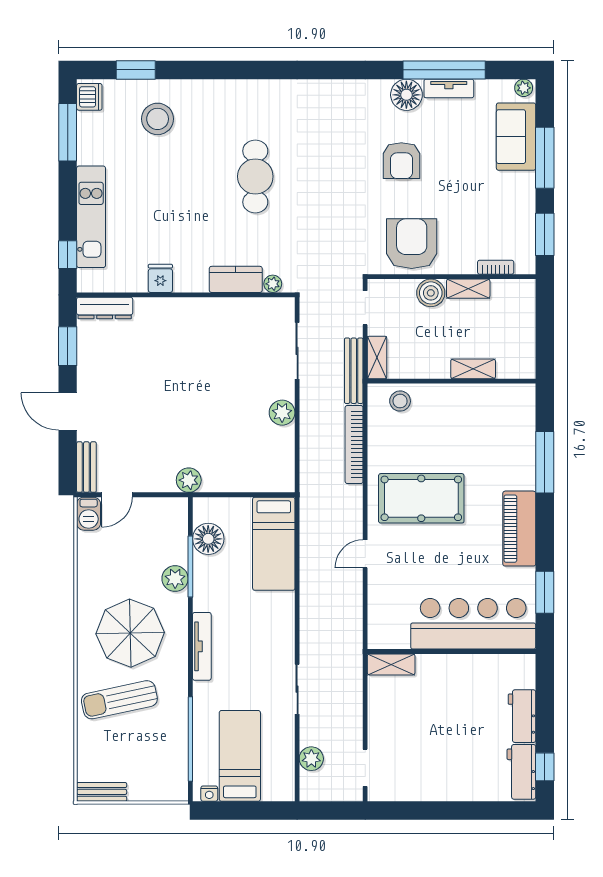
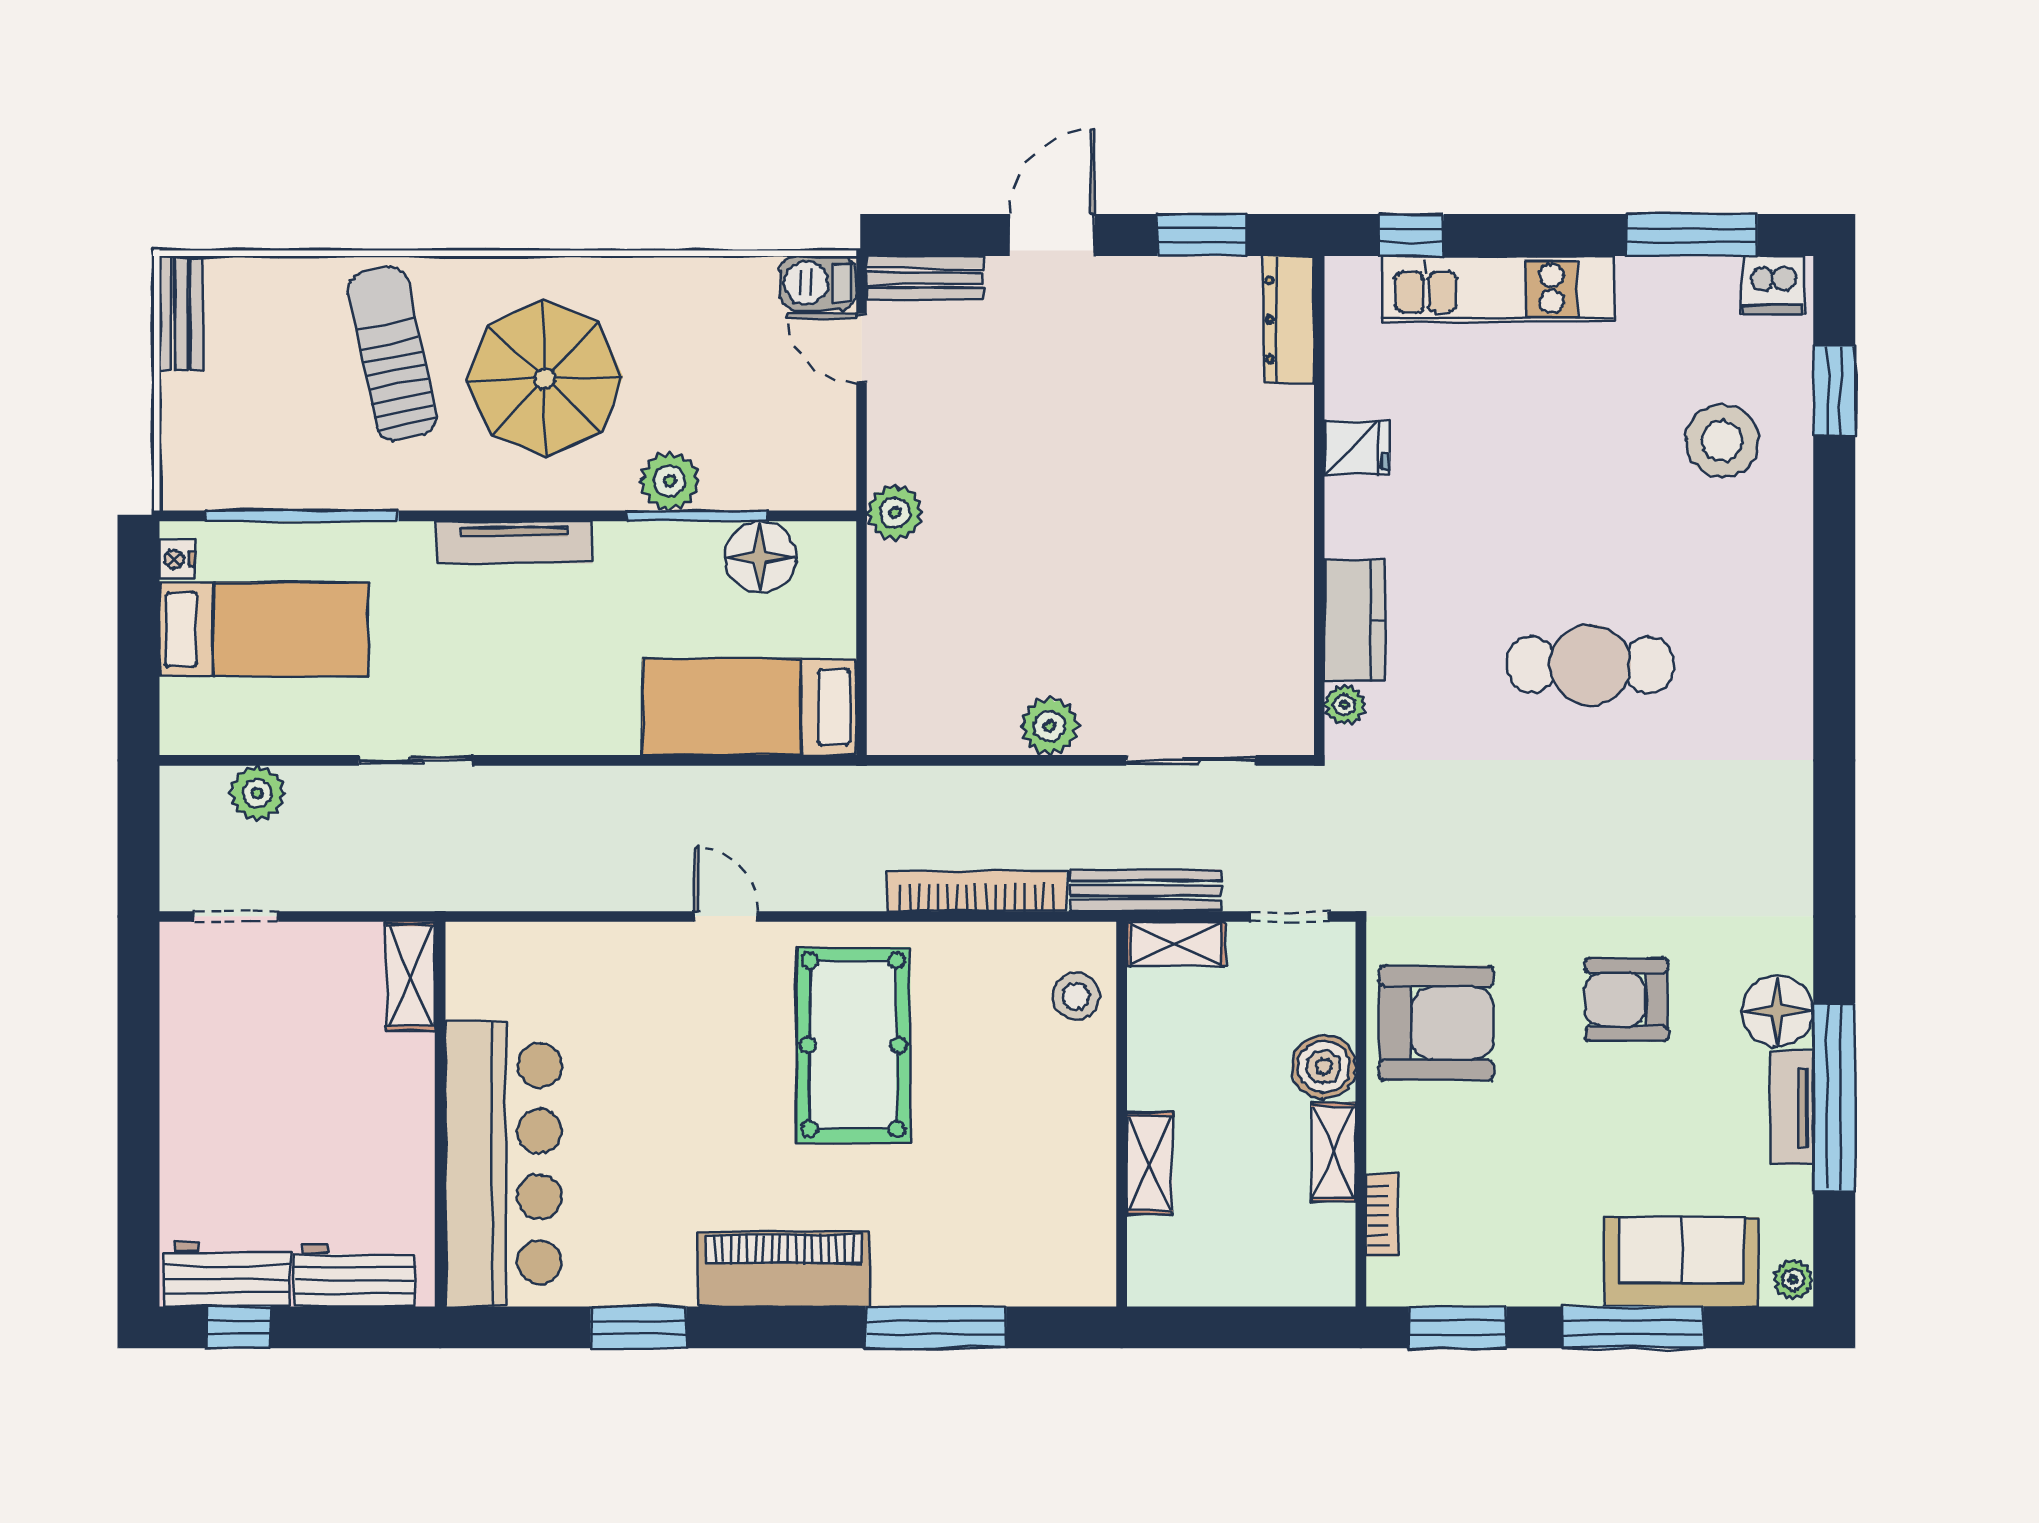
bar counter: (473, 624) -> (504, 1164), moved
wall: (452, 651) -> (440, 1114), moved
shelving: (391, 664) -> (411, 976), moved

